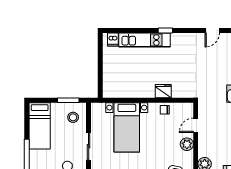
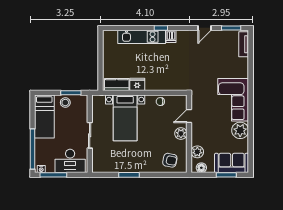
dishwasher: (113, 39) -> (171, 36), moved
kitchen counter: (118, 91) -> (117, 85), added
fridge: (163, 91) -> (137, 84), moved
stool: (73, 117) -> (65, 103), moved

